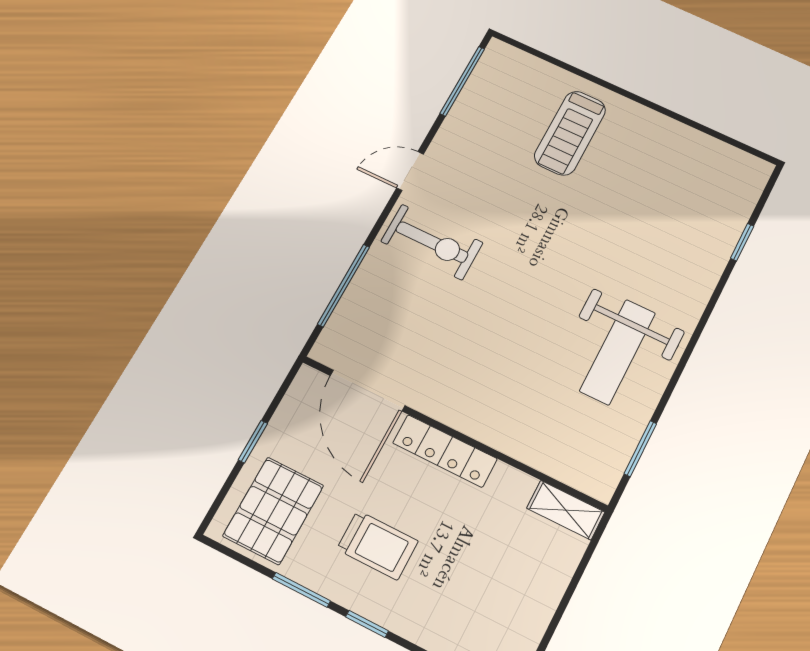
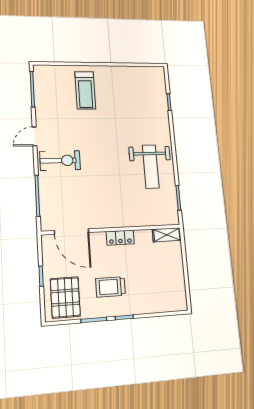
locker: (445, 451) -> (120, 238), width x0.66
trolley: (377, 545) -> (111, 287), turned 180

